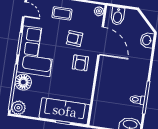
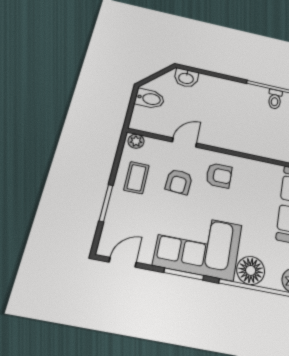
coffee table: (62, 13) -> (136, 178), moved
bidet: (118, 16) -> (150, 99), moved
door: (101, 41) -> (184, 143), width x0.53

